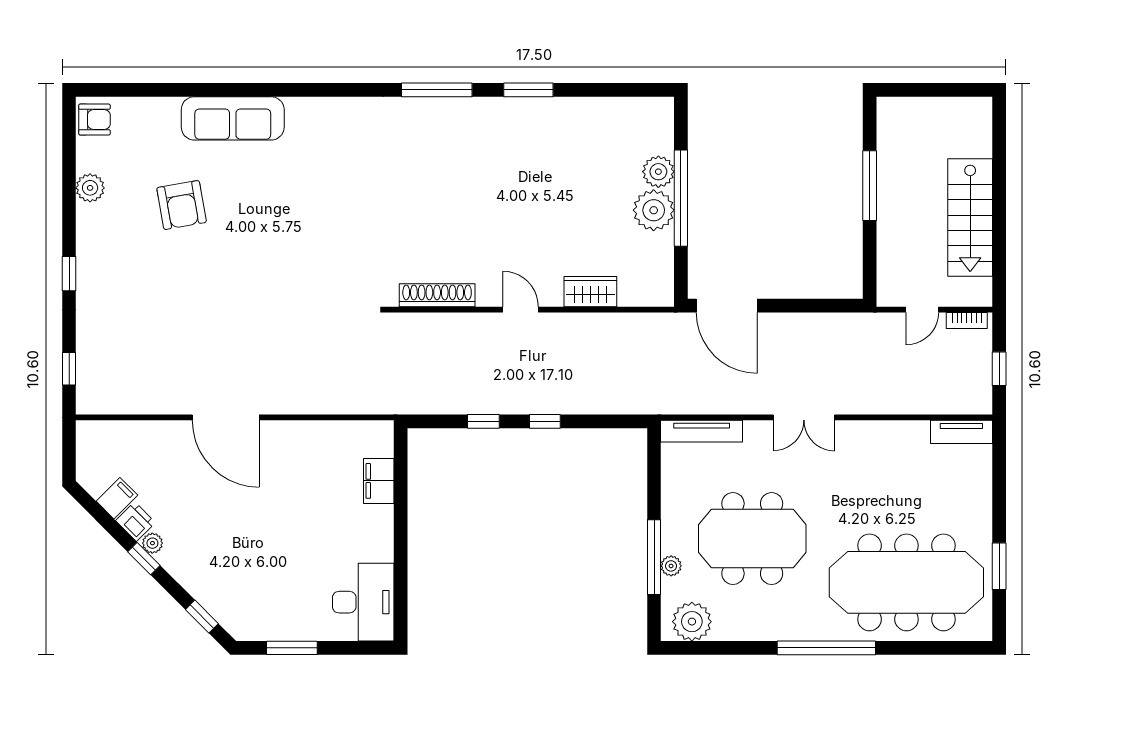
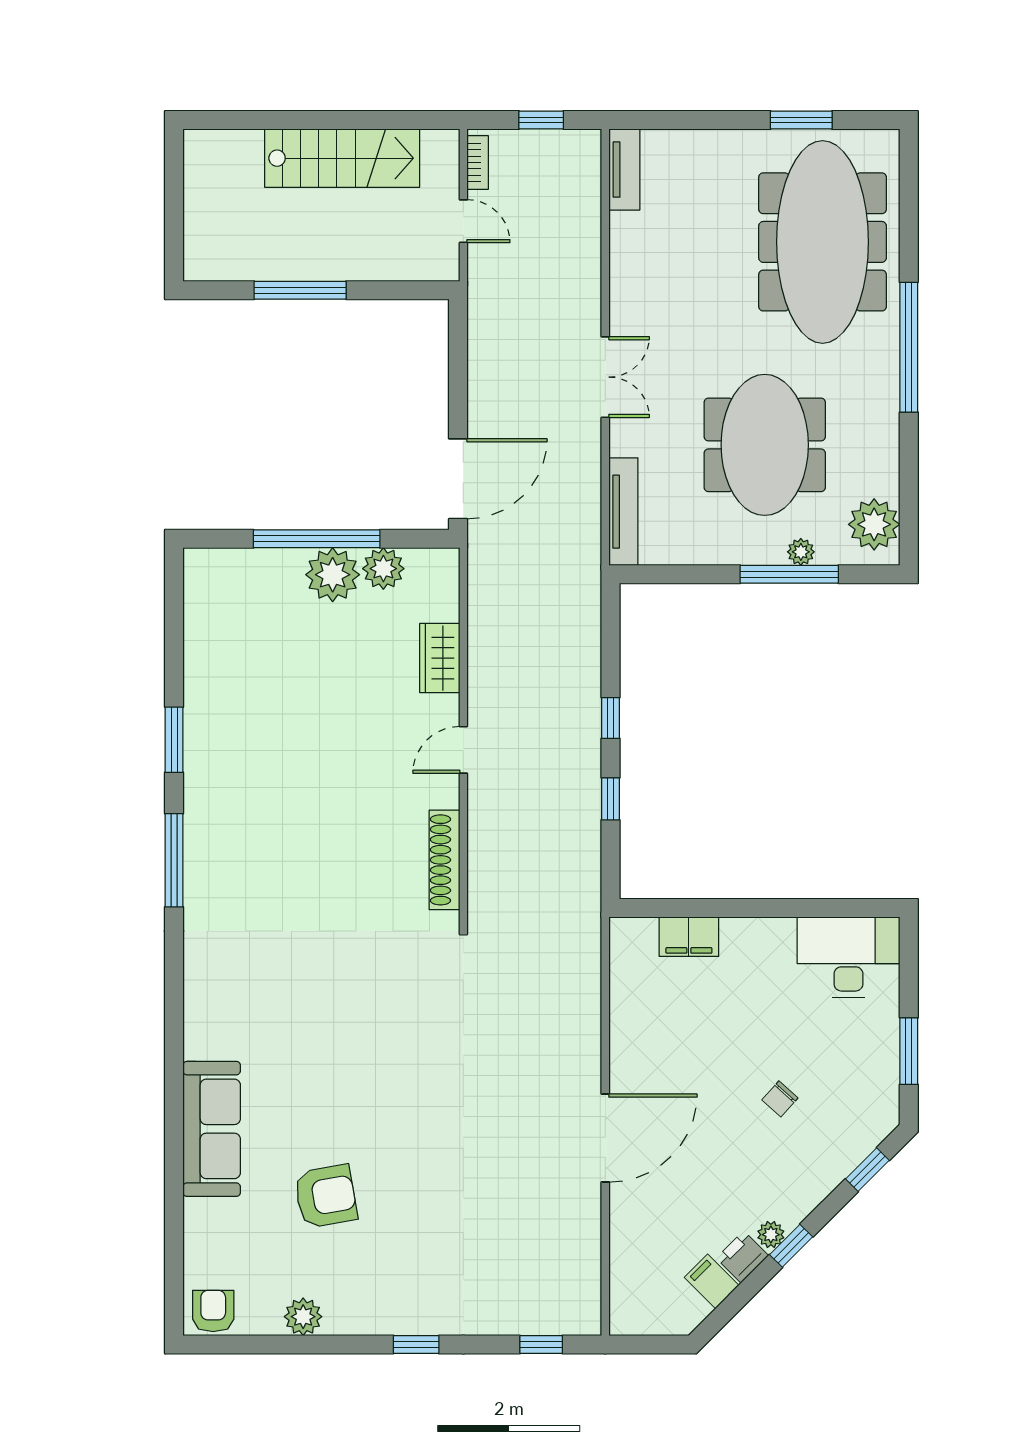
plant: (658, 172) -> (383, 569), moved
chair: (255, 550) -> (780, 1099), added

